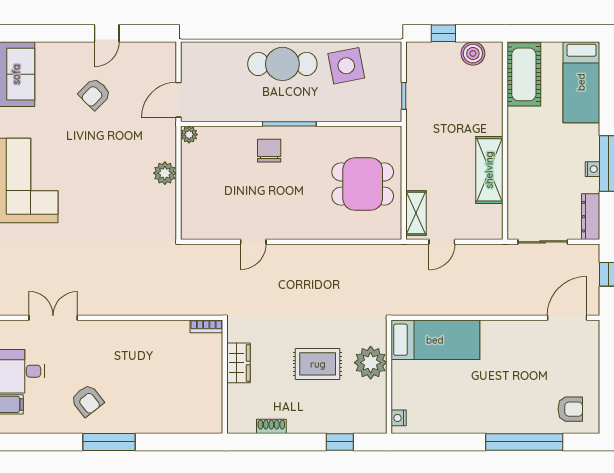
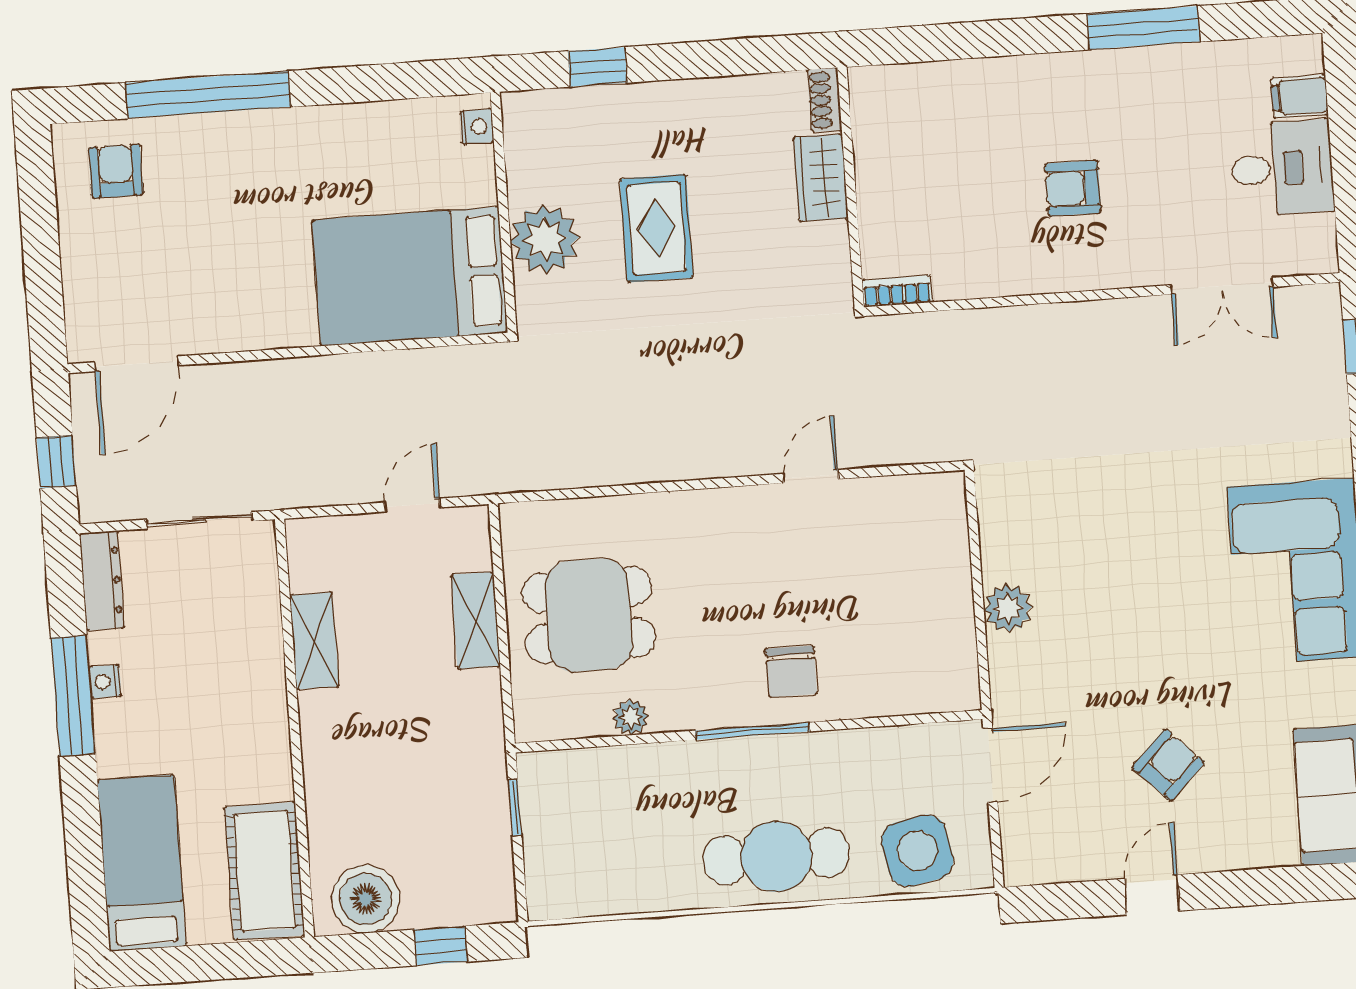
boiler: (473, 54) -> (366, 899), width x1.37, depth x1.37
side table: (346, 66) -> (917, 851), moved
plant: (189, 135) -> (631, 717), moved
shelving: (489, 170) -> (314, 641), width x0.67, depth x0.75
shelving: (416, 213) -> (476, 620), moved
bed: (435, 340) -> (410, 276), width x1.50
wardrobe: (238, 363) -> (821, 178), moved
rug: (318, 364) -> (656, 228), turned 90
armchair: (87, 401) -> (1073, 188), moved, turned -52
armchair: (570, 409) -> (116, 171), turned 90
shoe rack: (271, 426) -> (825, 100), moved, turned 90
window: (109, 442) -> (1143, 28), moved

